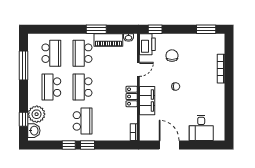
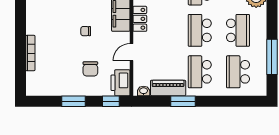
window: (206, 29) -> (74, 101), moved
school desk: (83, 53) -> (200, 72), turned 180
school desk: (83, 87) -> (200, 30), turned 180

